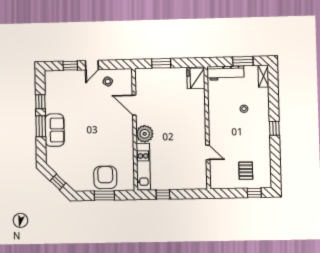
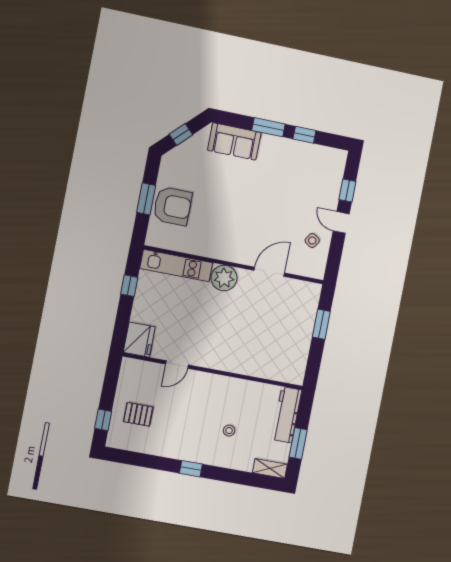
fridge: (196, 78) -> (139, 340), moved, turned 90
sofa: (55, 130) -> (234, 141), moved

